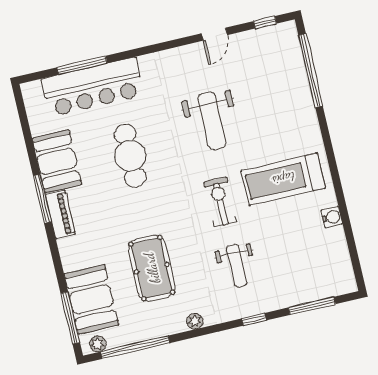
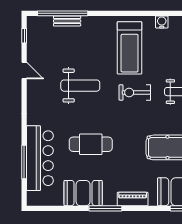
bench: (301, 80) -> (67, 21), added
piano: (60, 214) -> (133, 199), moved

